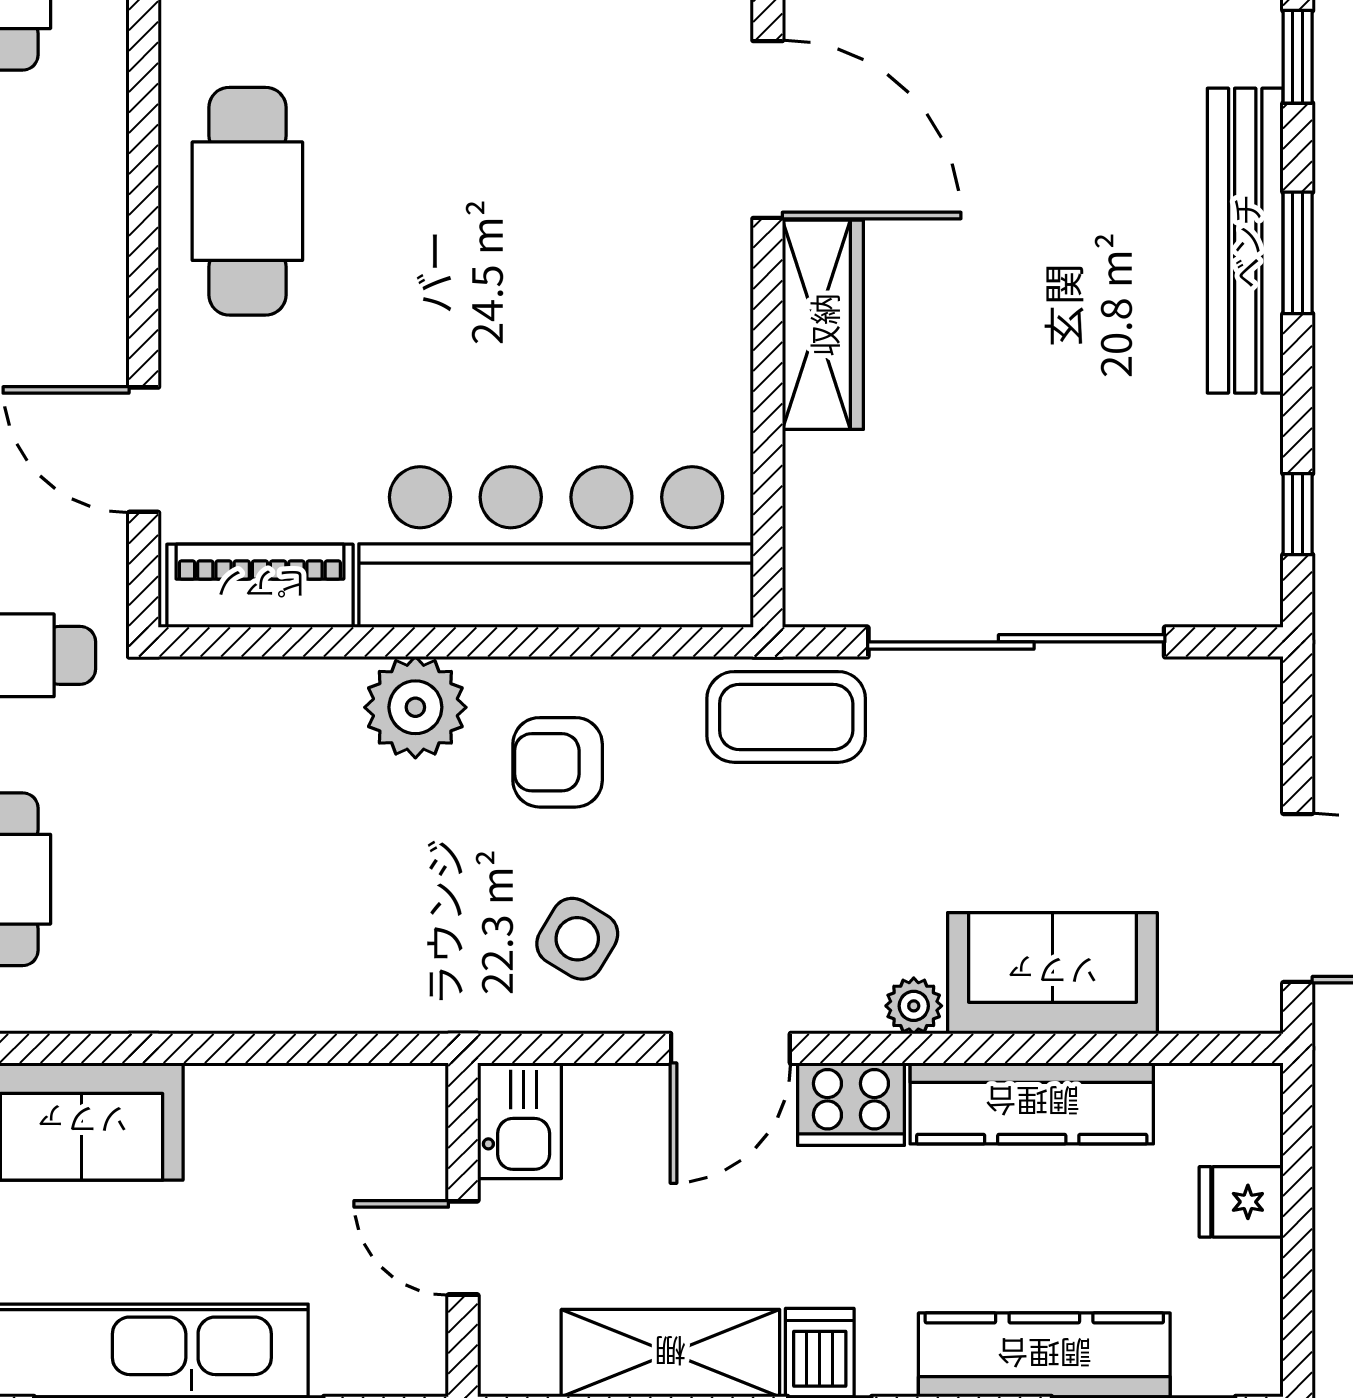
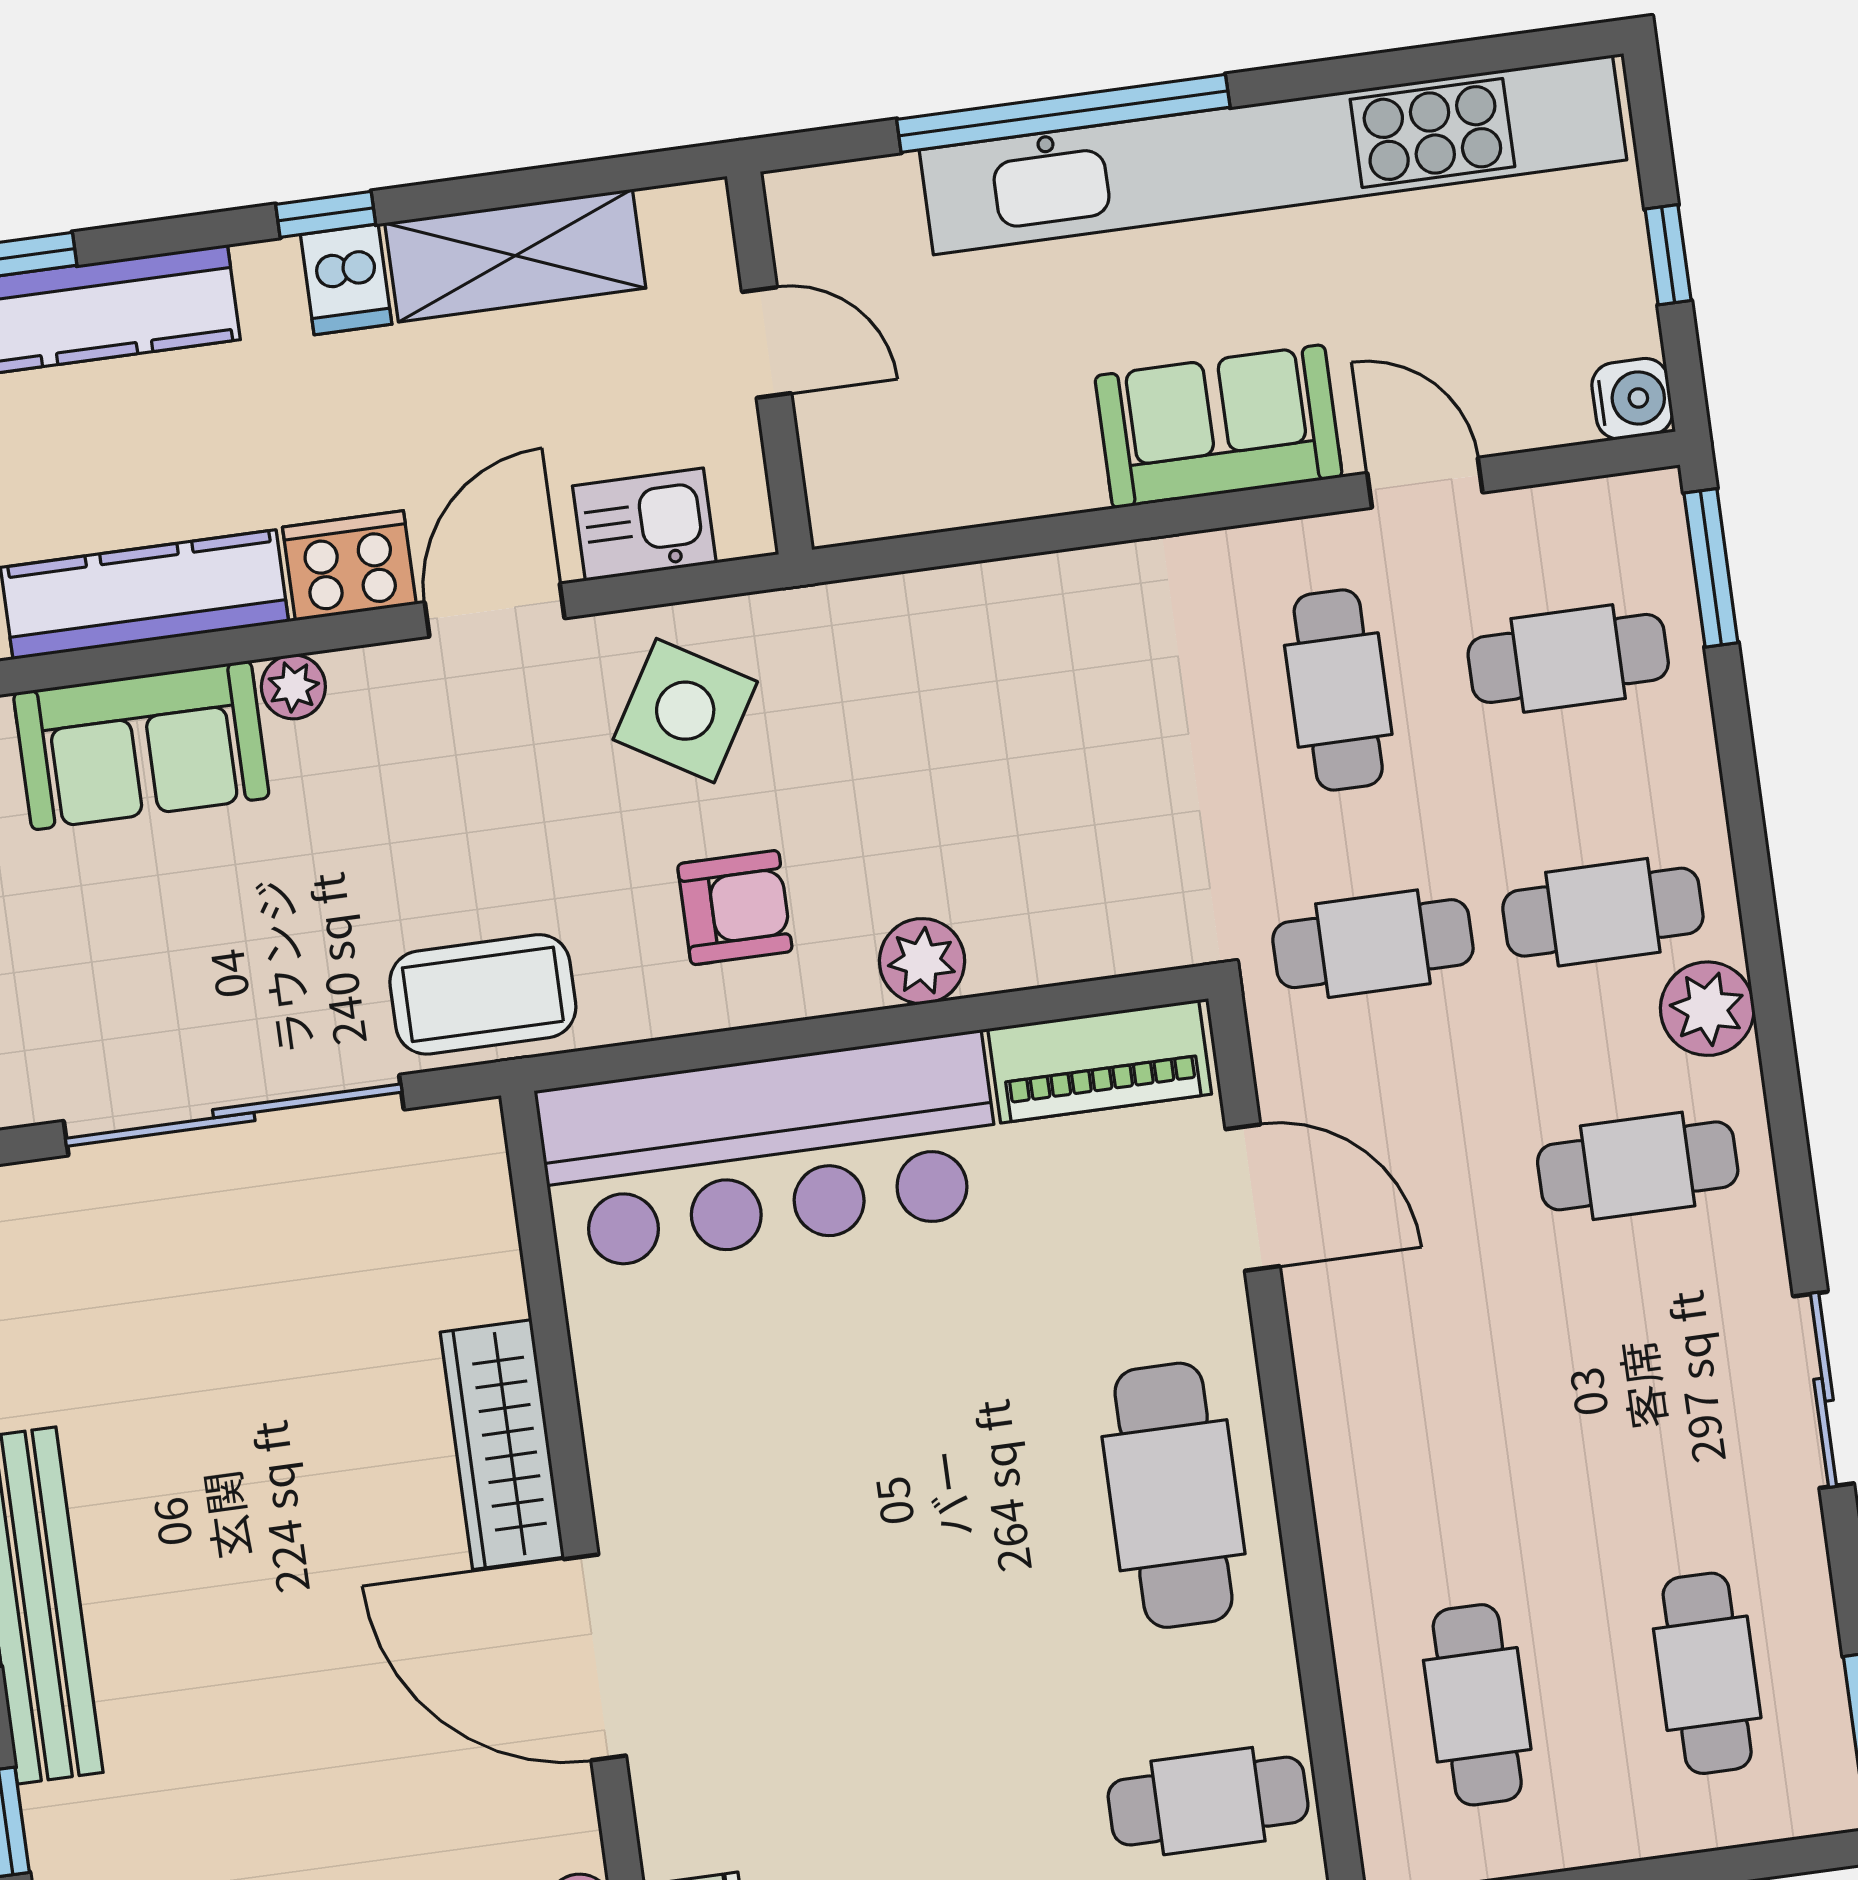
plant: (415, 707) -> (922, 961), width x0.73, depth x0.73
side table: (577, 939) -> (685, 711), width x1.37, depth x1.37
kitchen sink: (519, 1121) -> (644, 524), moved, turned 90

